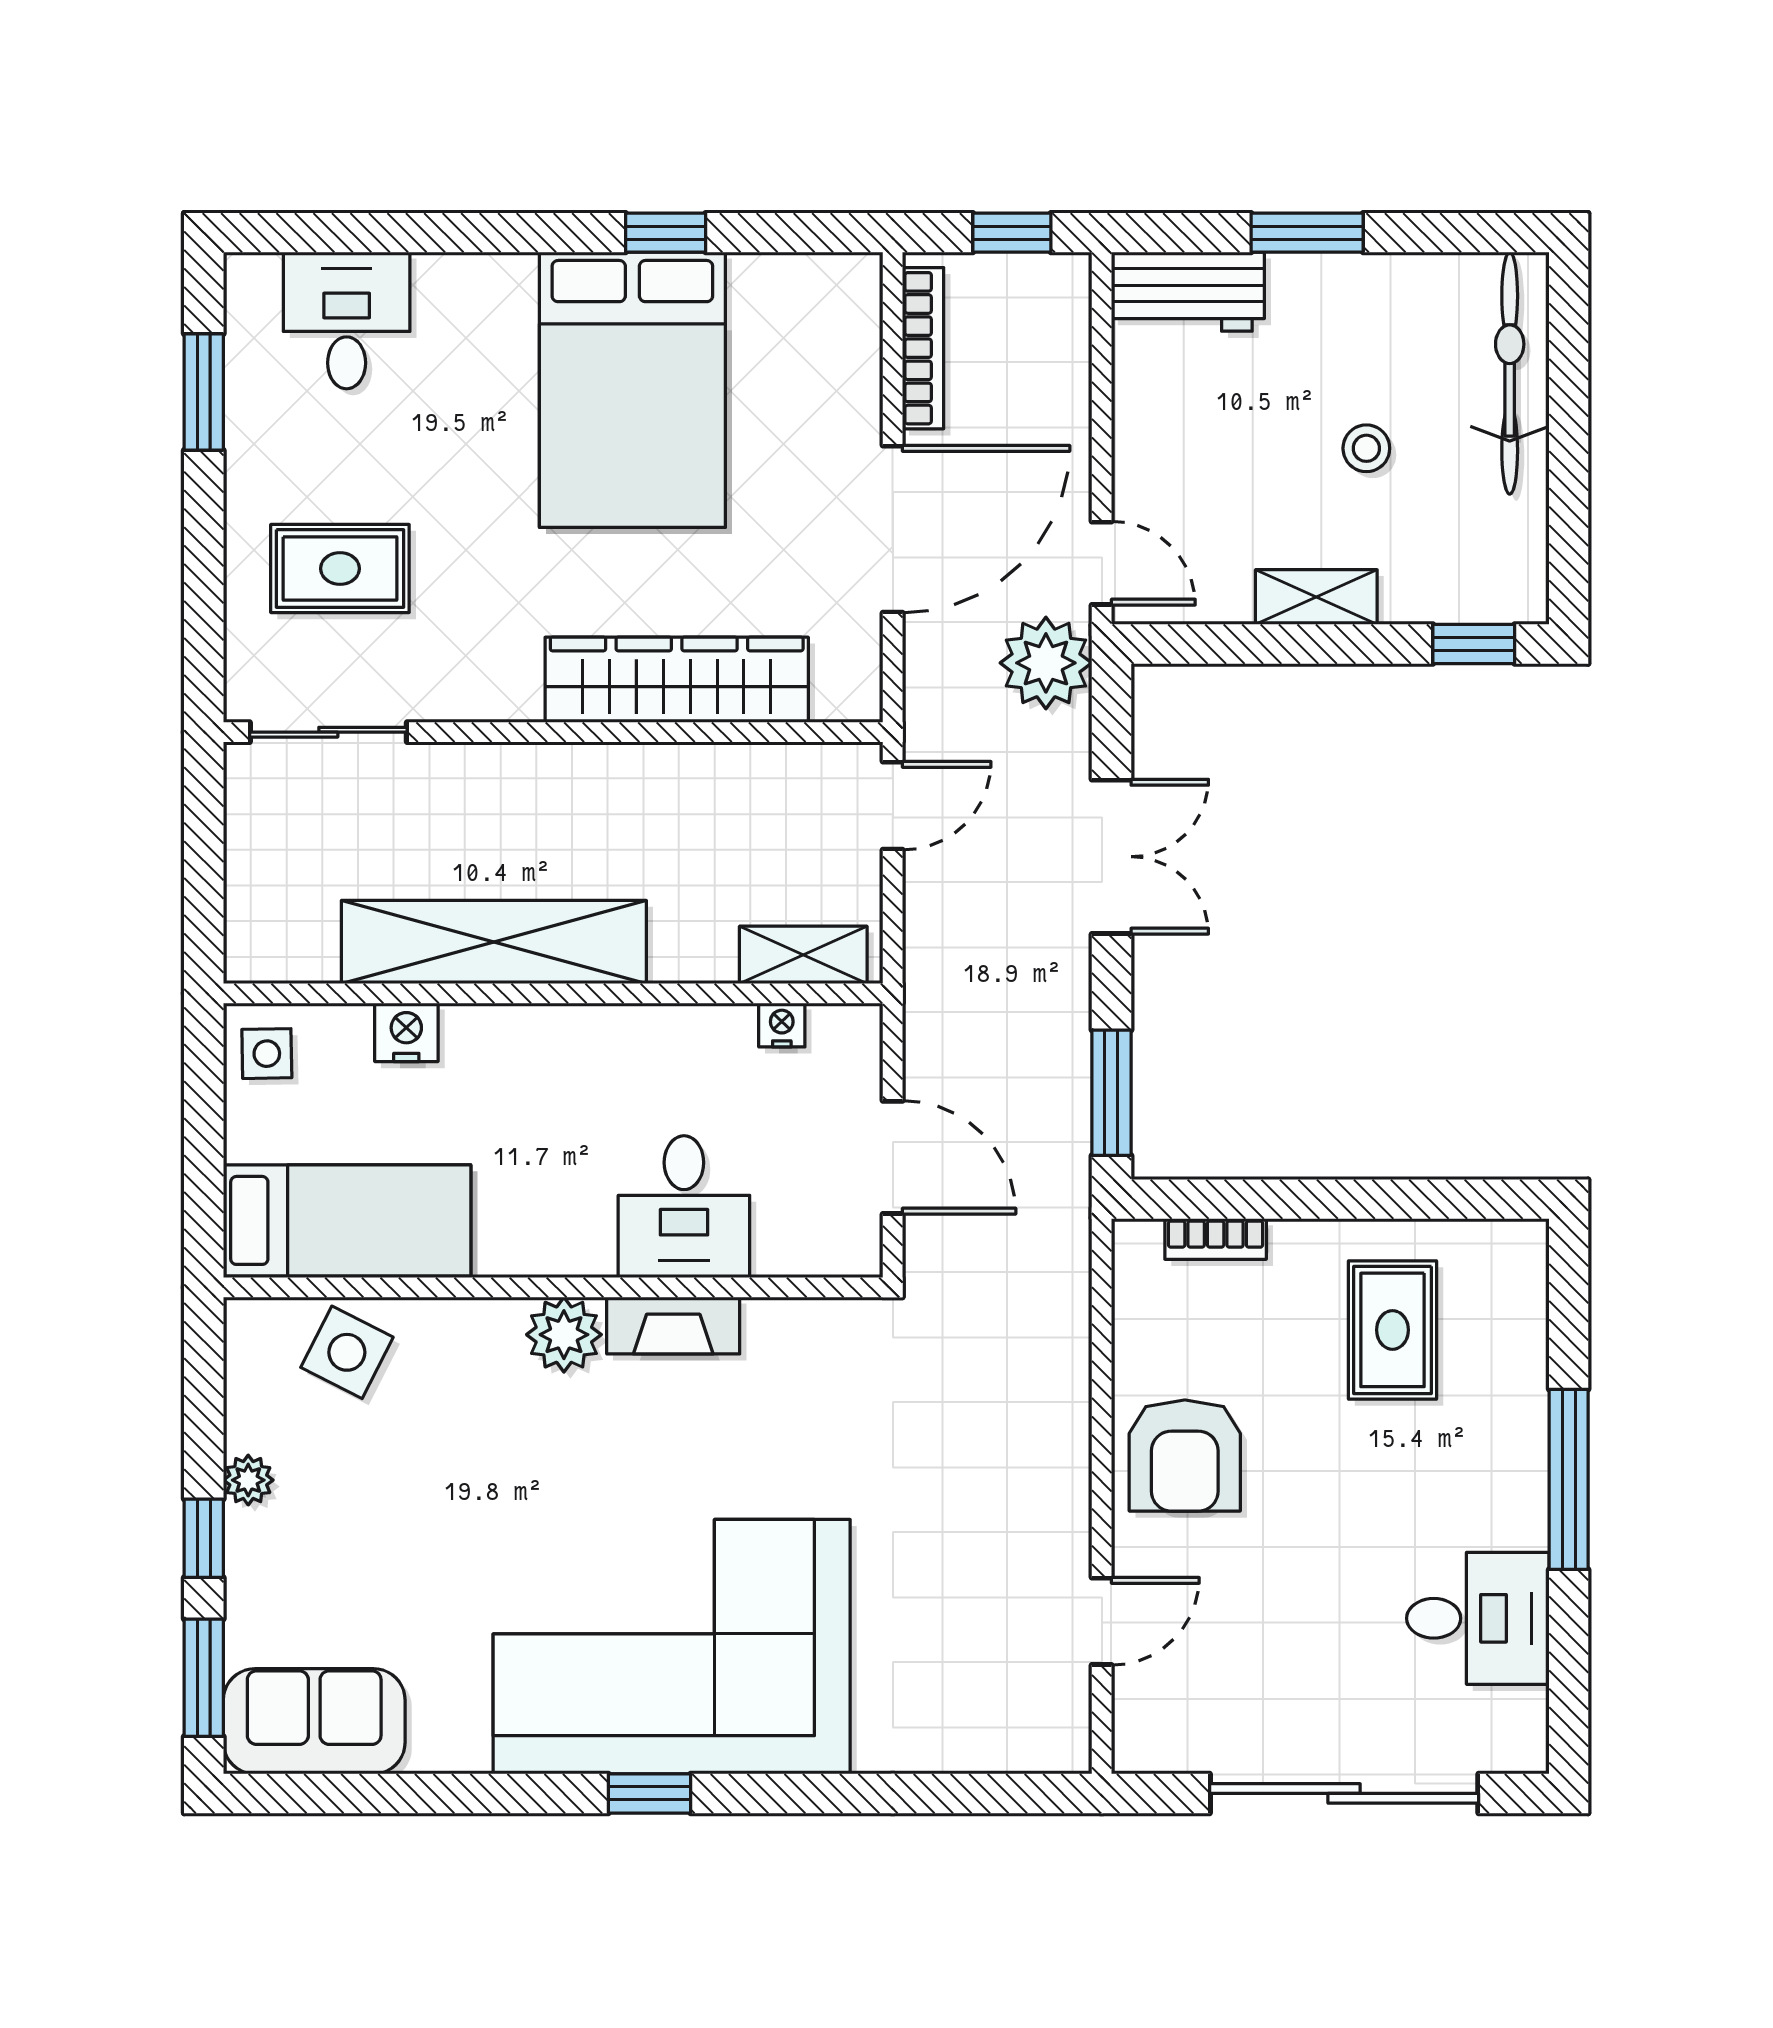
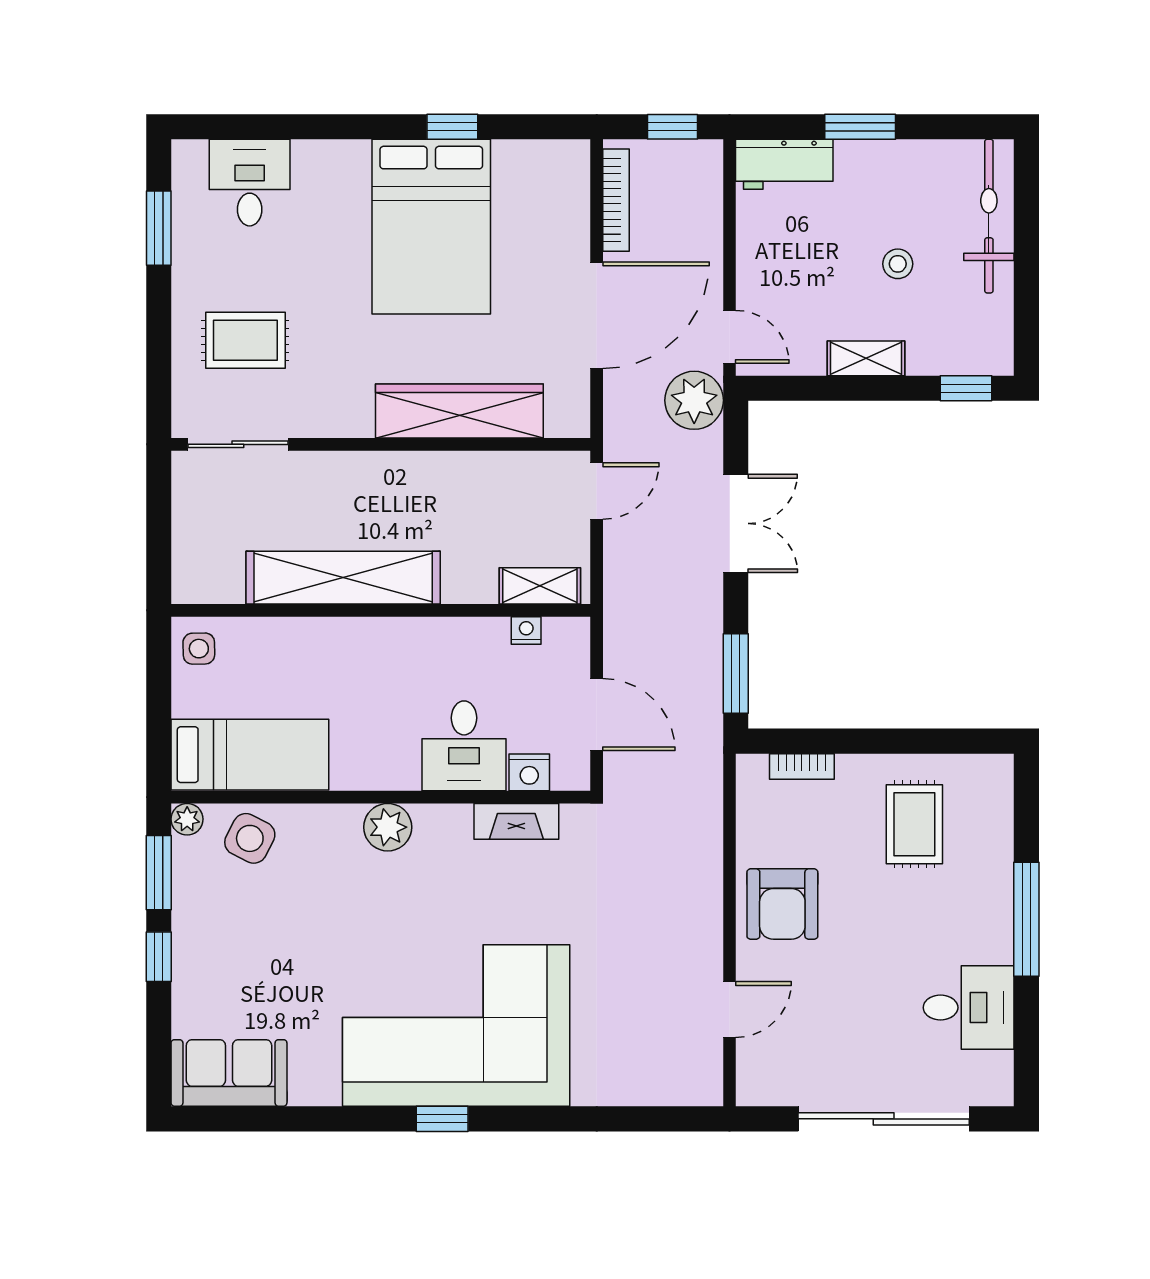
nightstand: (406, 1032) -> (529, 772), moved, turned 180
fireplace: (673, 1326) -> (516, 821), moved
plant: (248, 1480) -> (187, 819), moved
window: (204, 1678) -> (159, 873), moved

